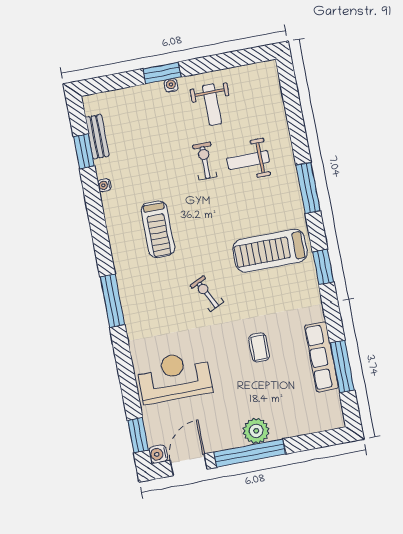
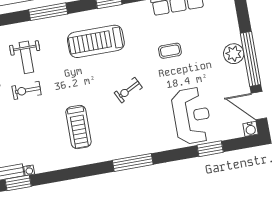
water cooler: (104, 185) -> (29, 170), moved
treadmill: (158, 229) -> (78, 127), turned 90
treadmill: (270, 251) -> (96, 41), turned 90
reception desk: (174, 377) -> (192, 116), turned 180
window: (138, 435) -> (210, 149), moved

